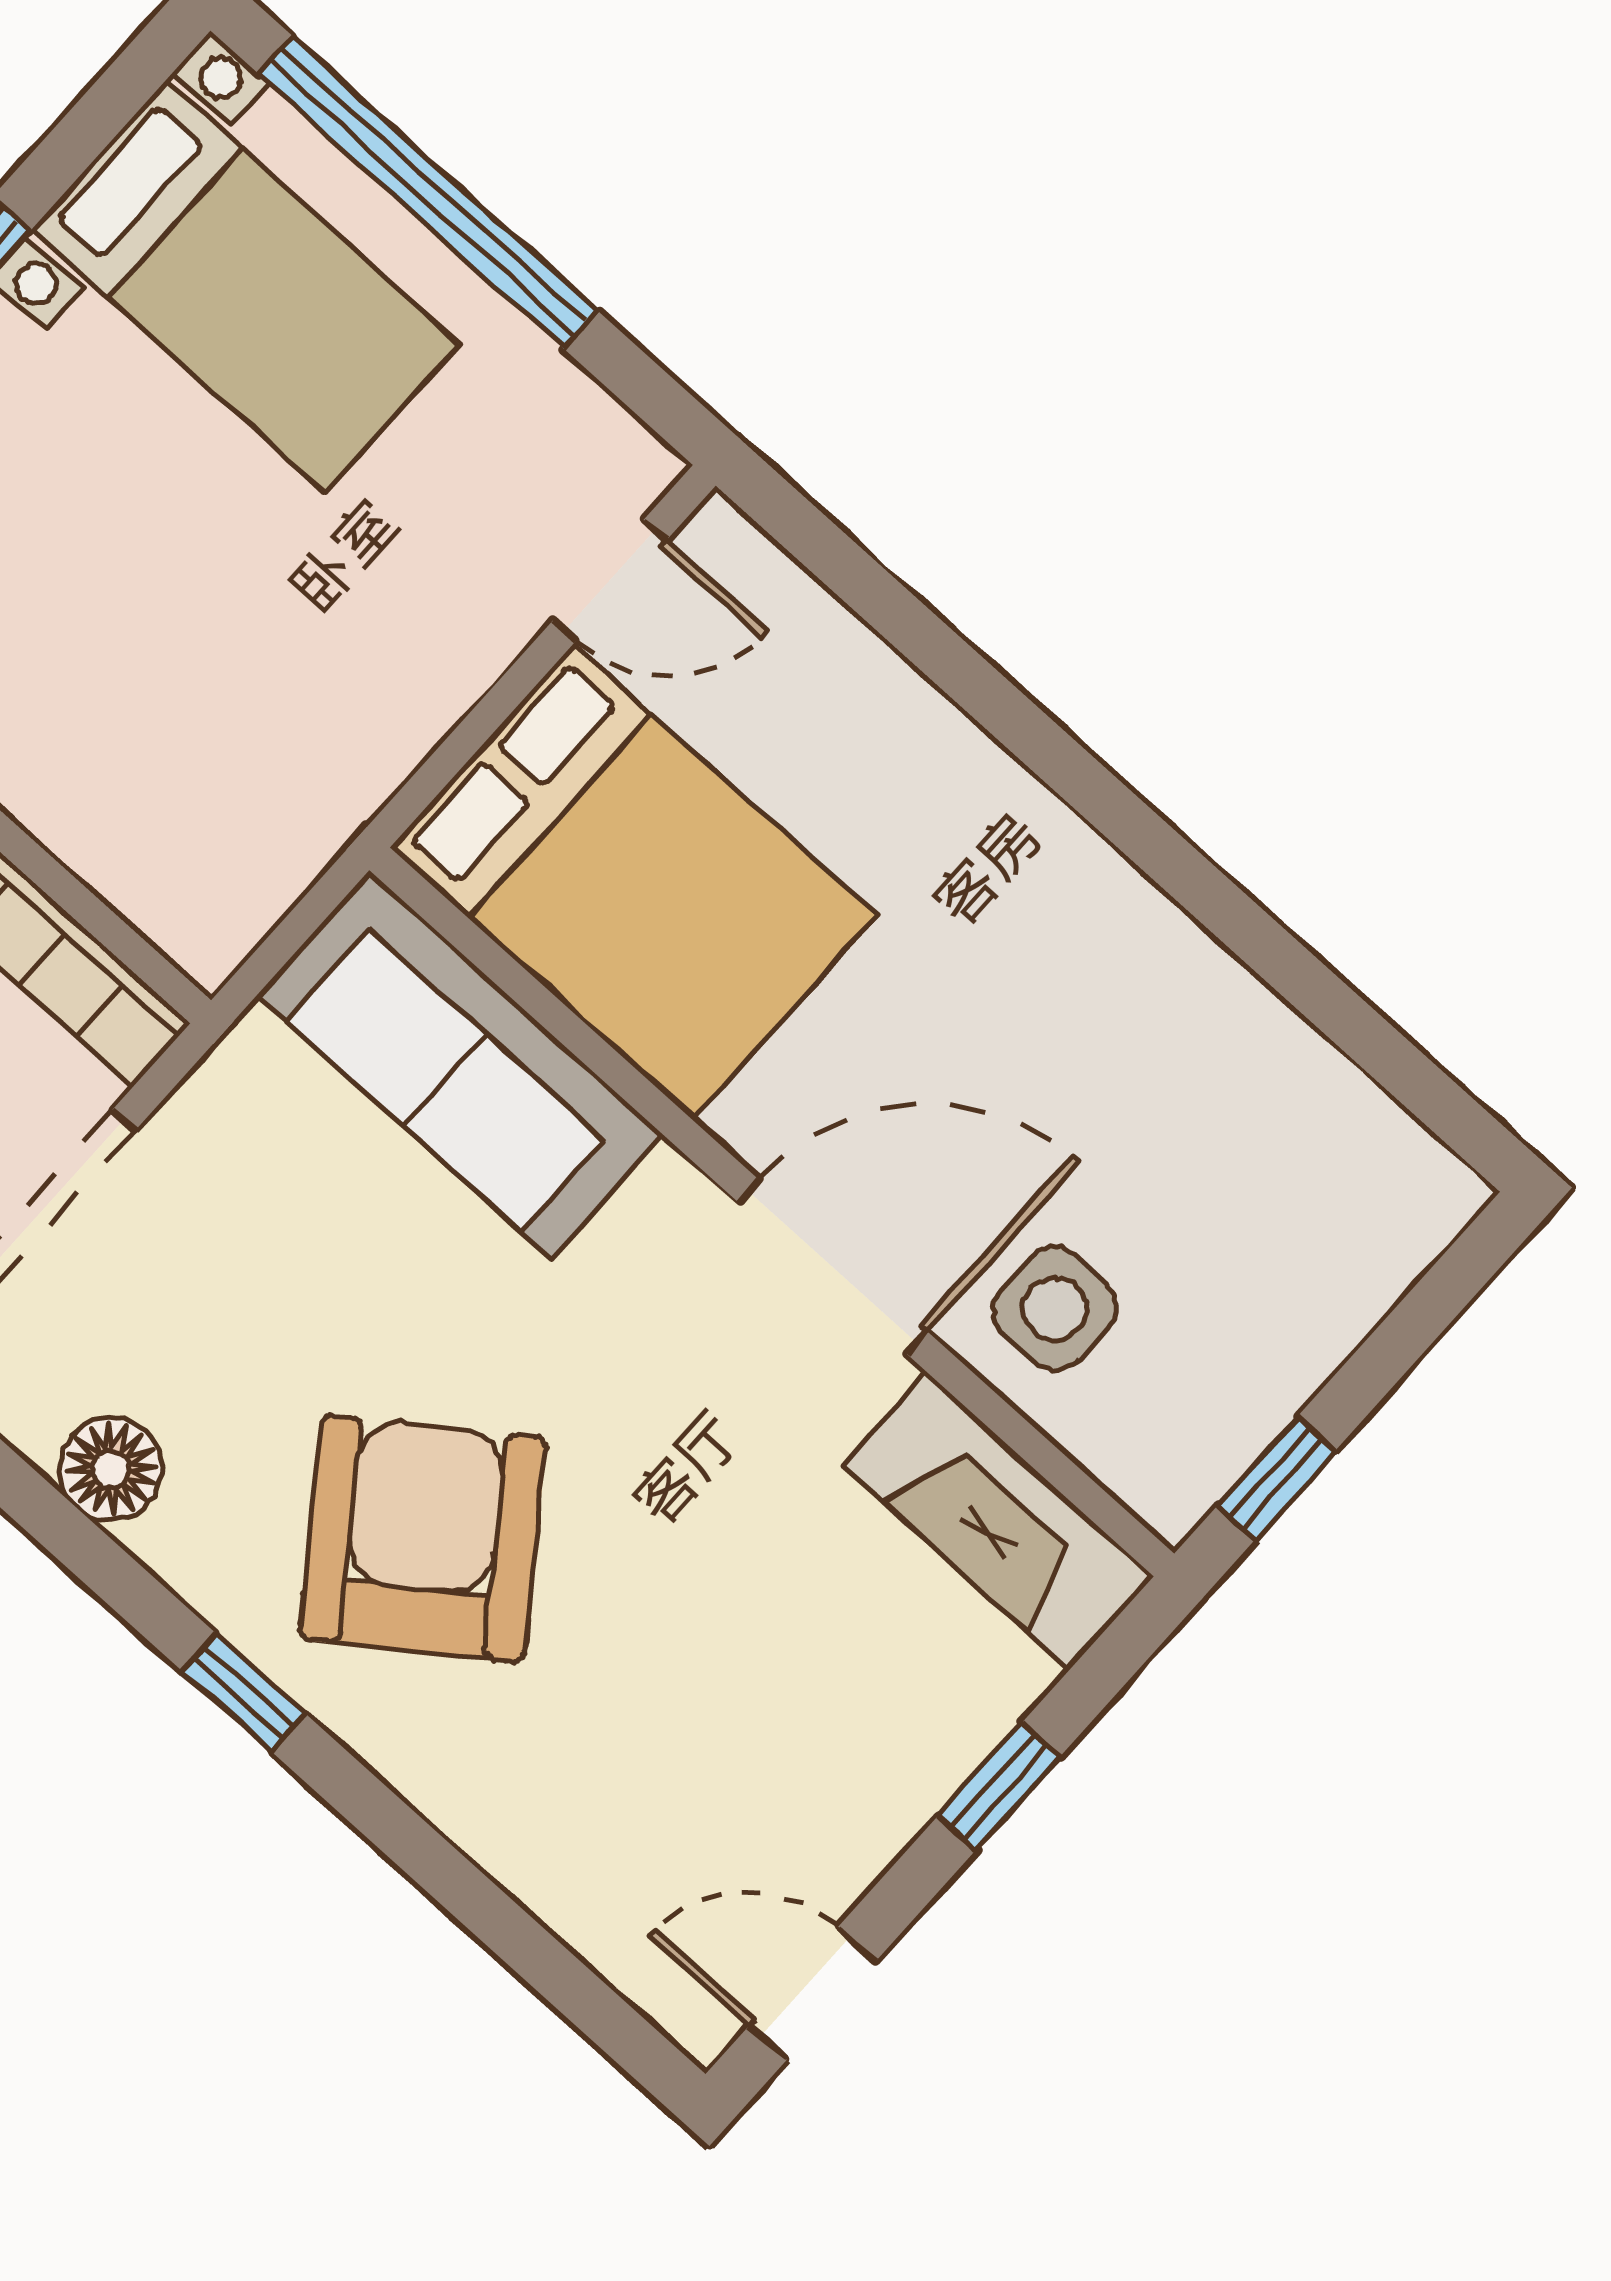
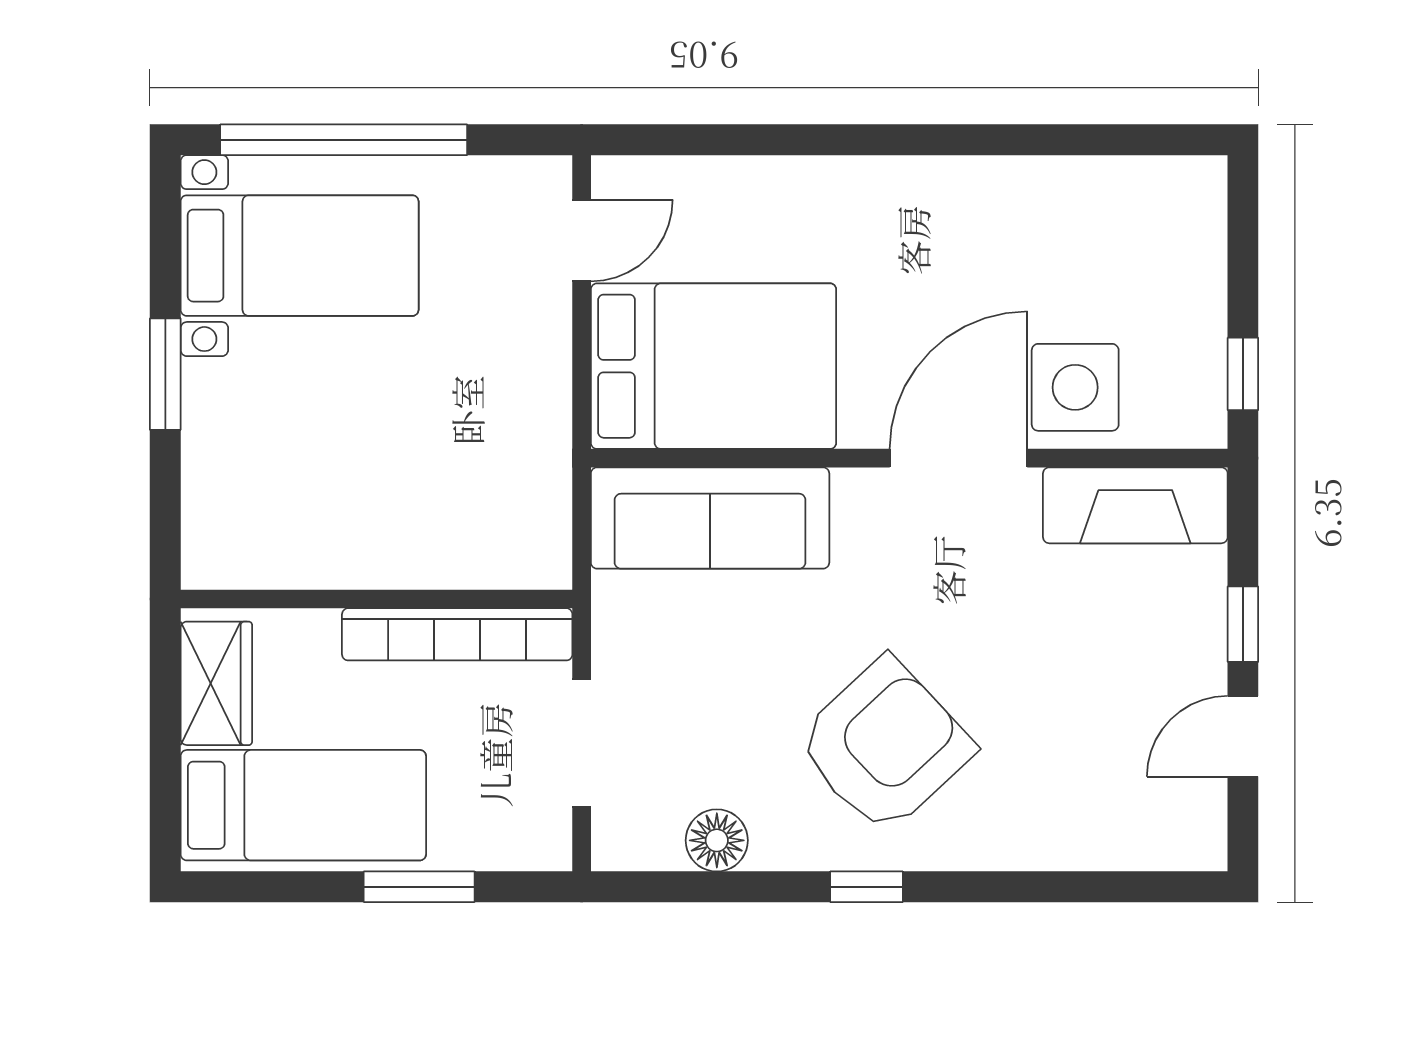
side table: (1055, 1309) -> (1075, 387), width x1.37, depth x1.37
armchair: (423, 1539) -> (885, 746), turned 83
door: (812, 1993) -> (1243, 736), moved

